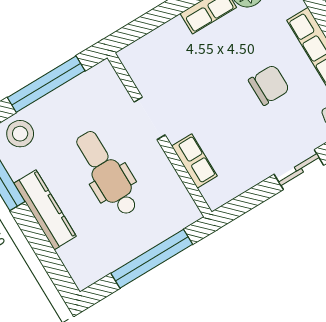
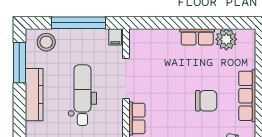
filing cabinet: (104, 74) -> (115, 37), added
doorway: (150, 118) -> (126, 78), width x1.36

